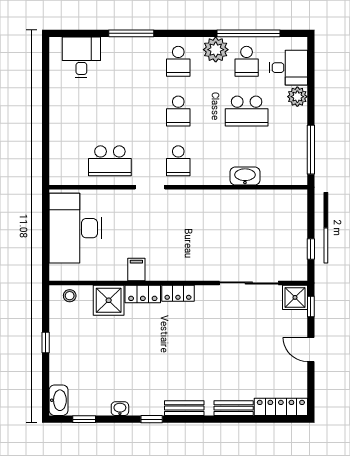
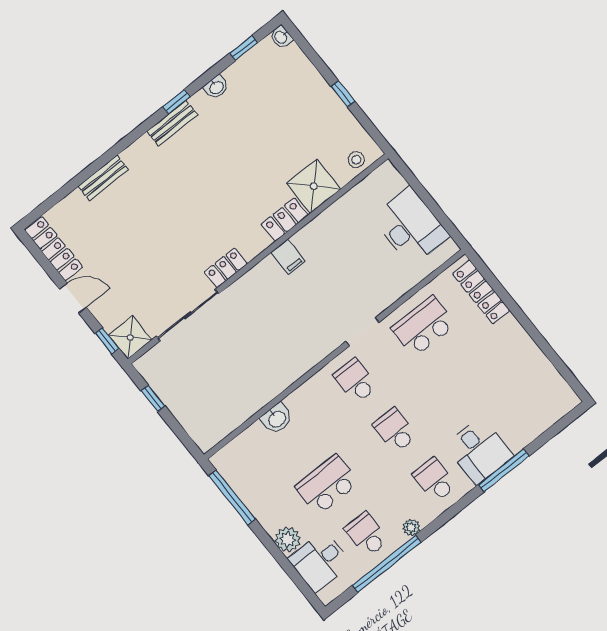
plant: (216, 50) -> (411, 527), width x0.53, depth x0.53
desk: (81, 57) -> (479, 451), moved
locker: (58, 154) -> (481, 292), added
washbasin: (245, 176) -> (277, 419), width x0.72
desk: (75, 228) -> (410, 227), width x0.73, depth x0.77
filing cabinet: (136, 270) -> (288, 257), moved
locker: (178, 293) -> (226, 268), moved
washbasin: (59, 400) -> (281, 37), width x0.52, depth x0.69
locker: (281, 407) -> (54, 249), moved, turned -90
bench: (184, 408) -> (172, 123), moved

